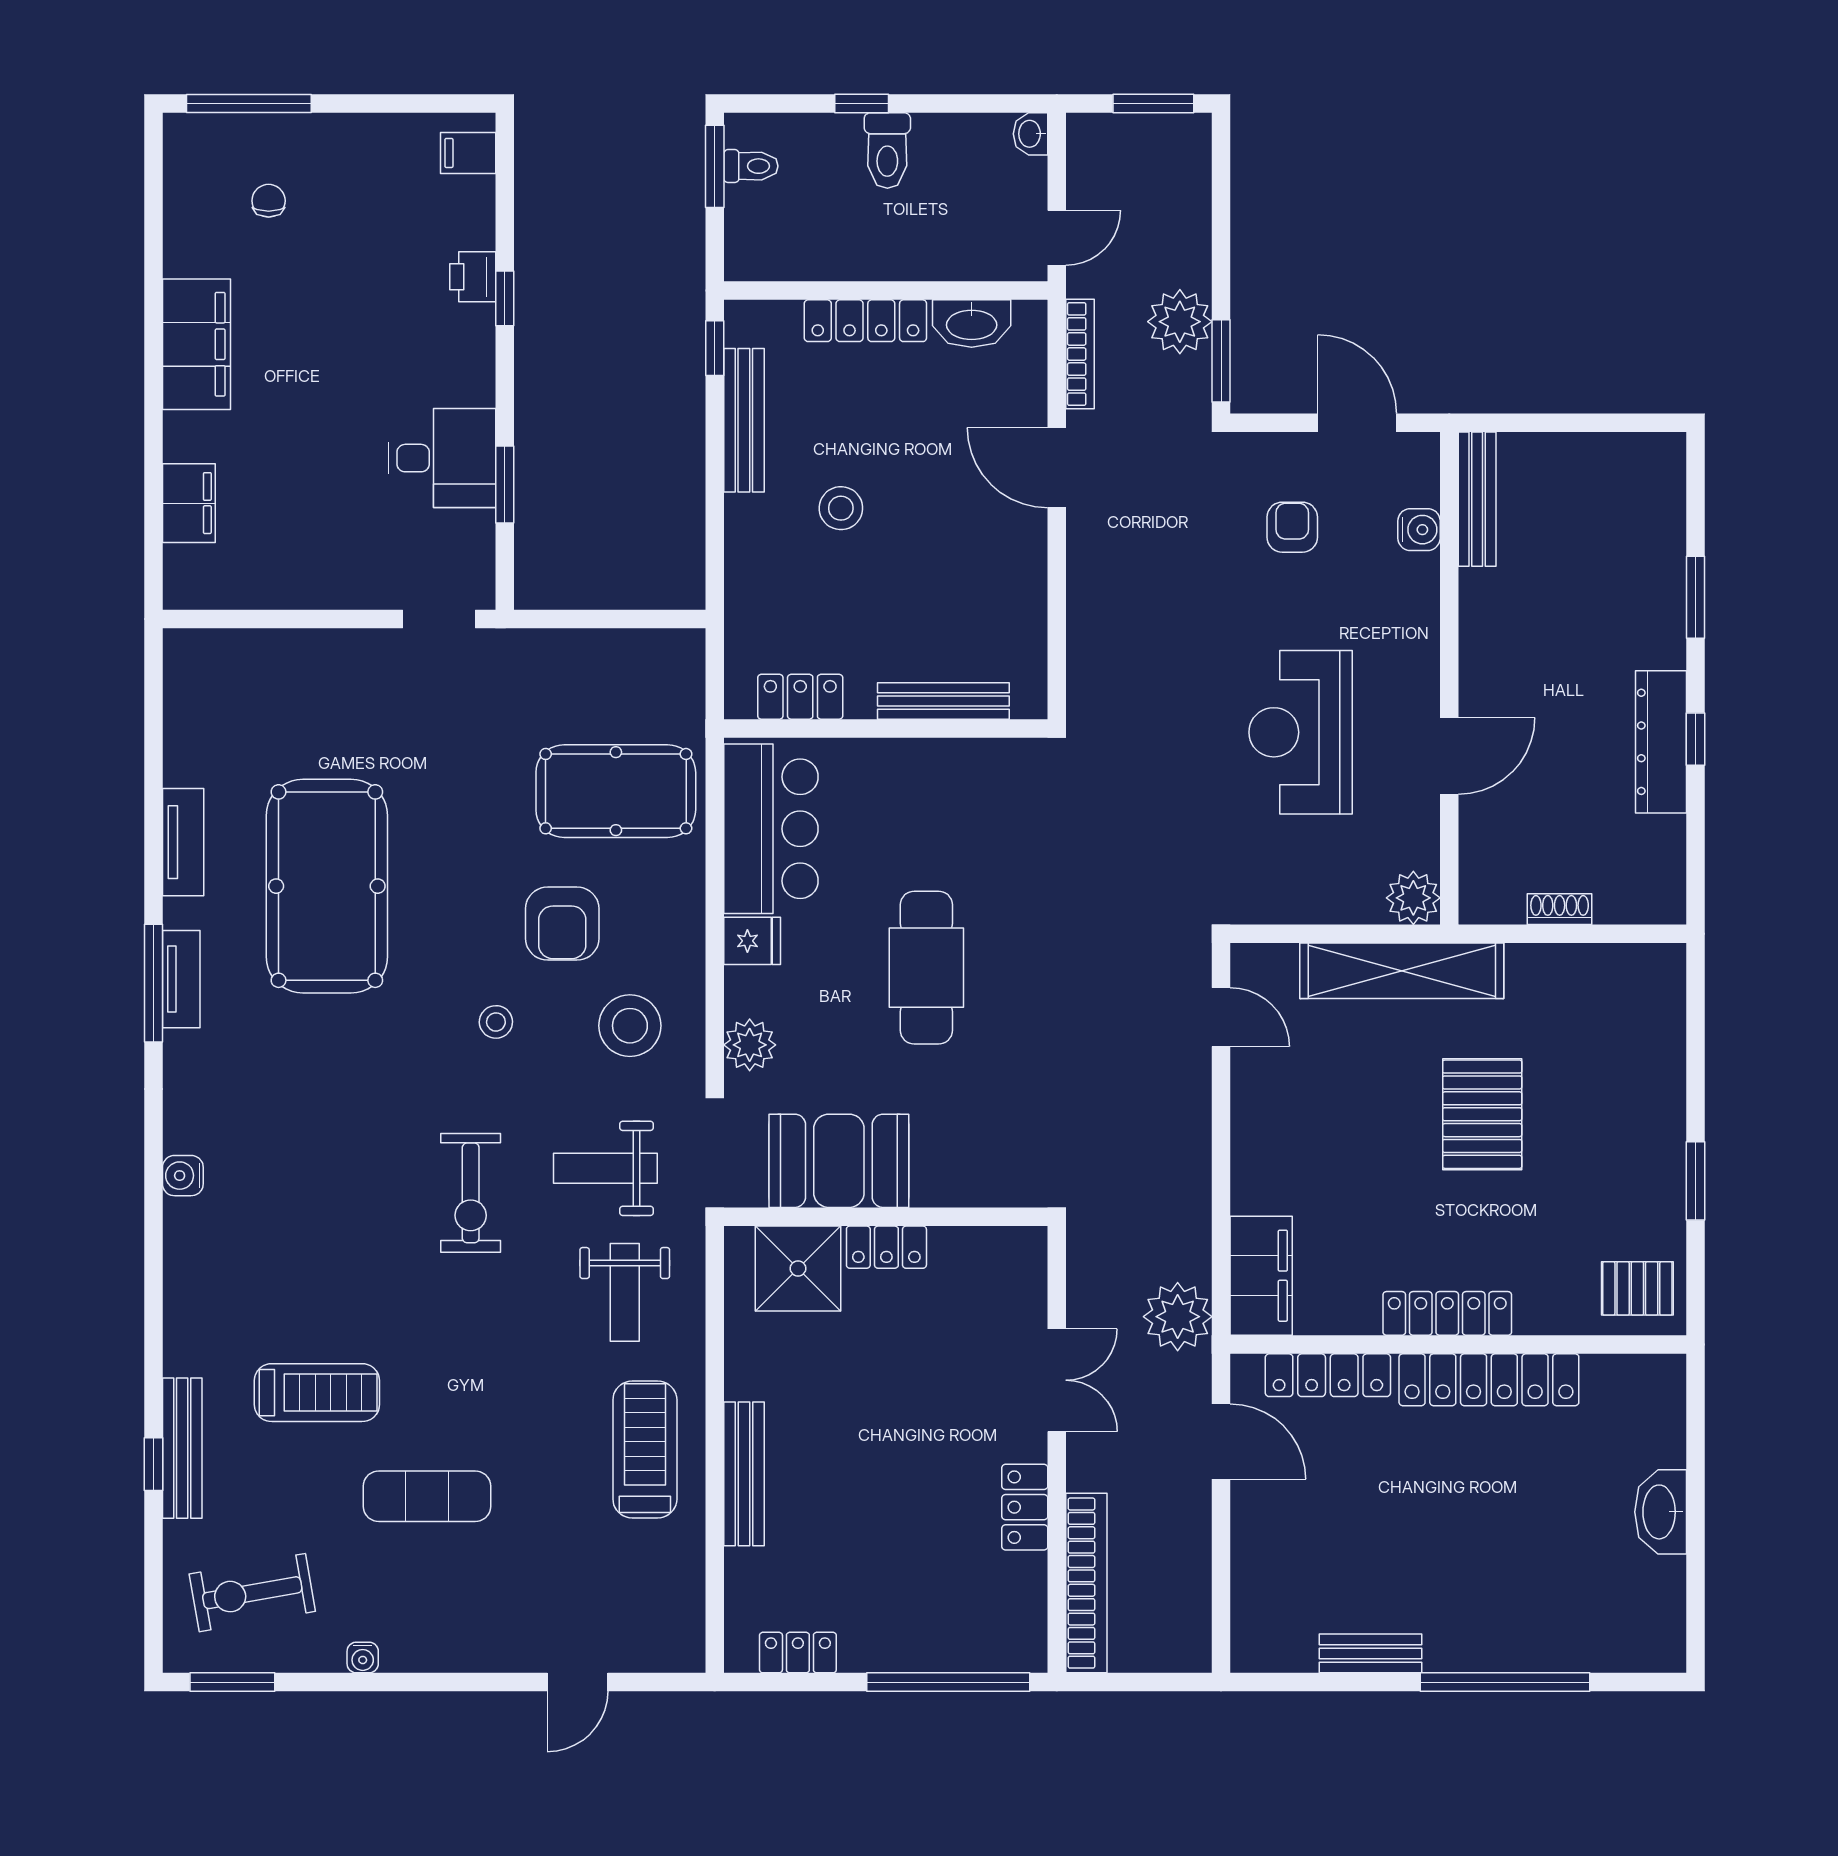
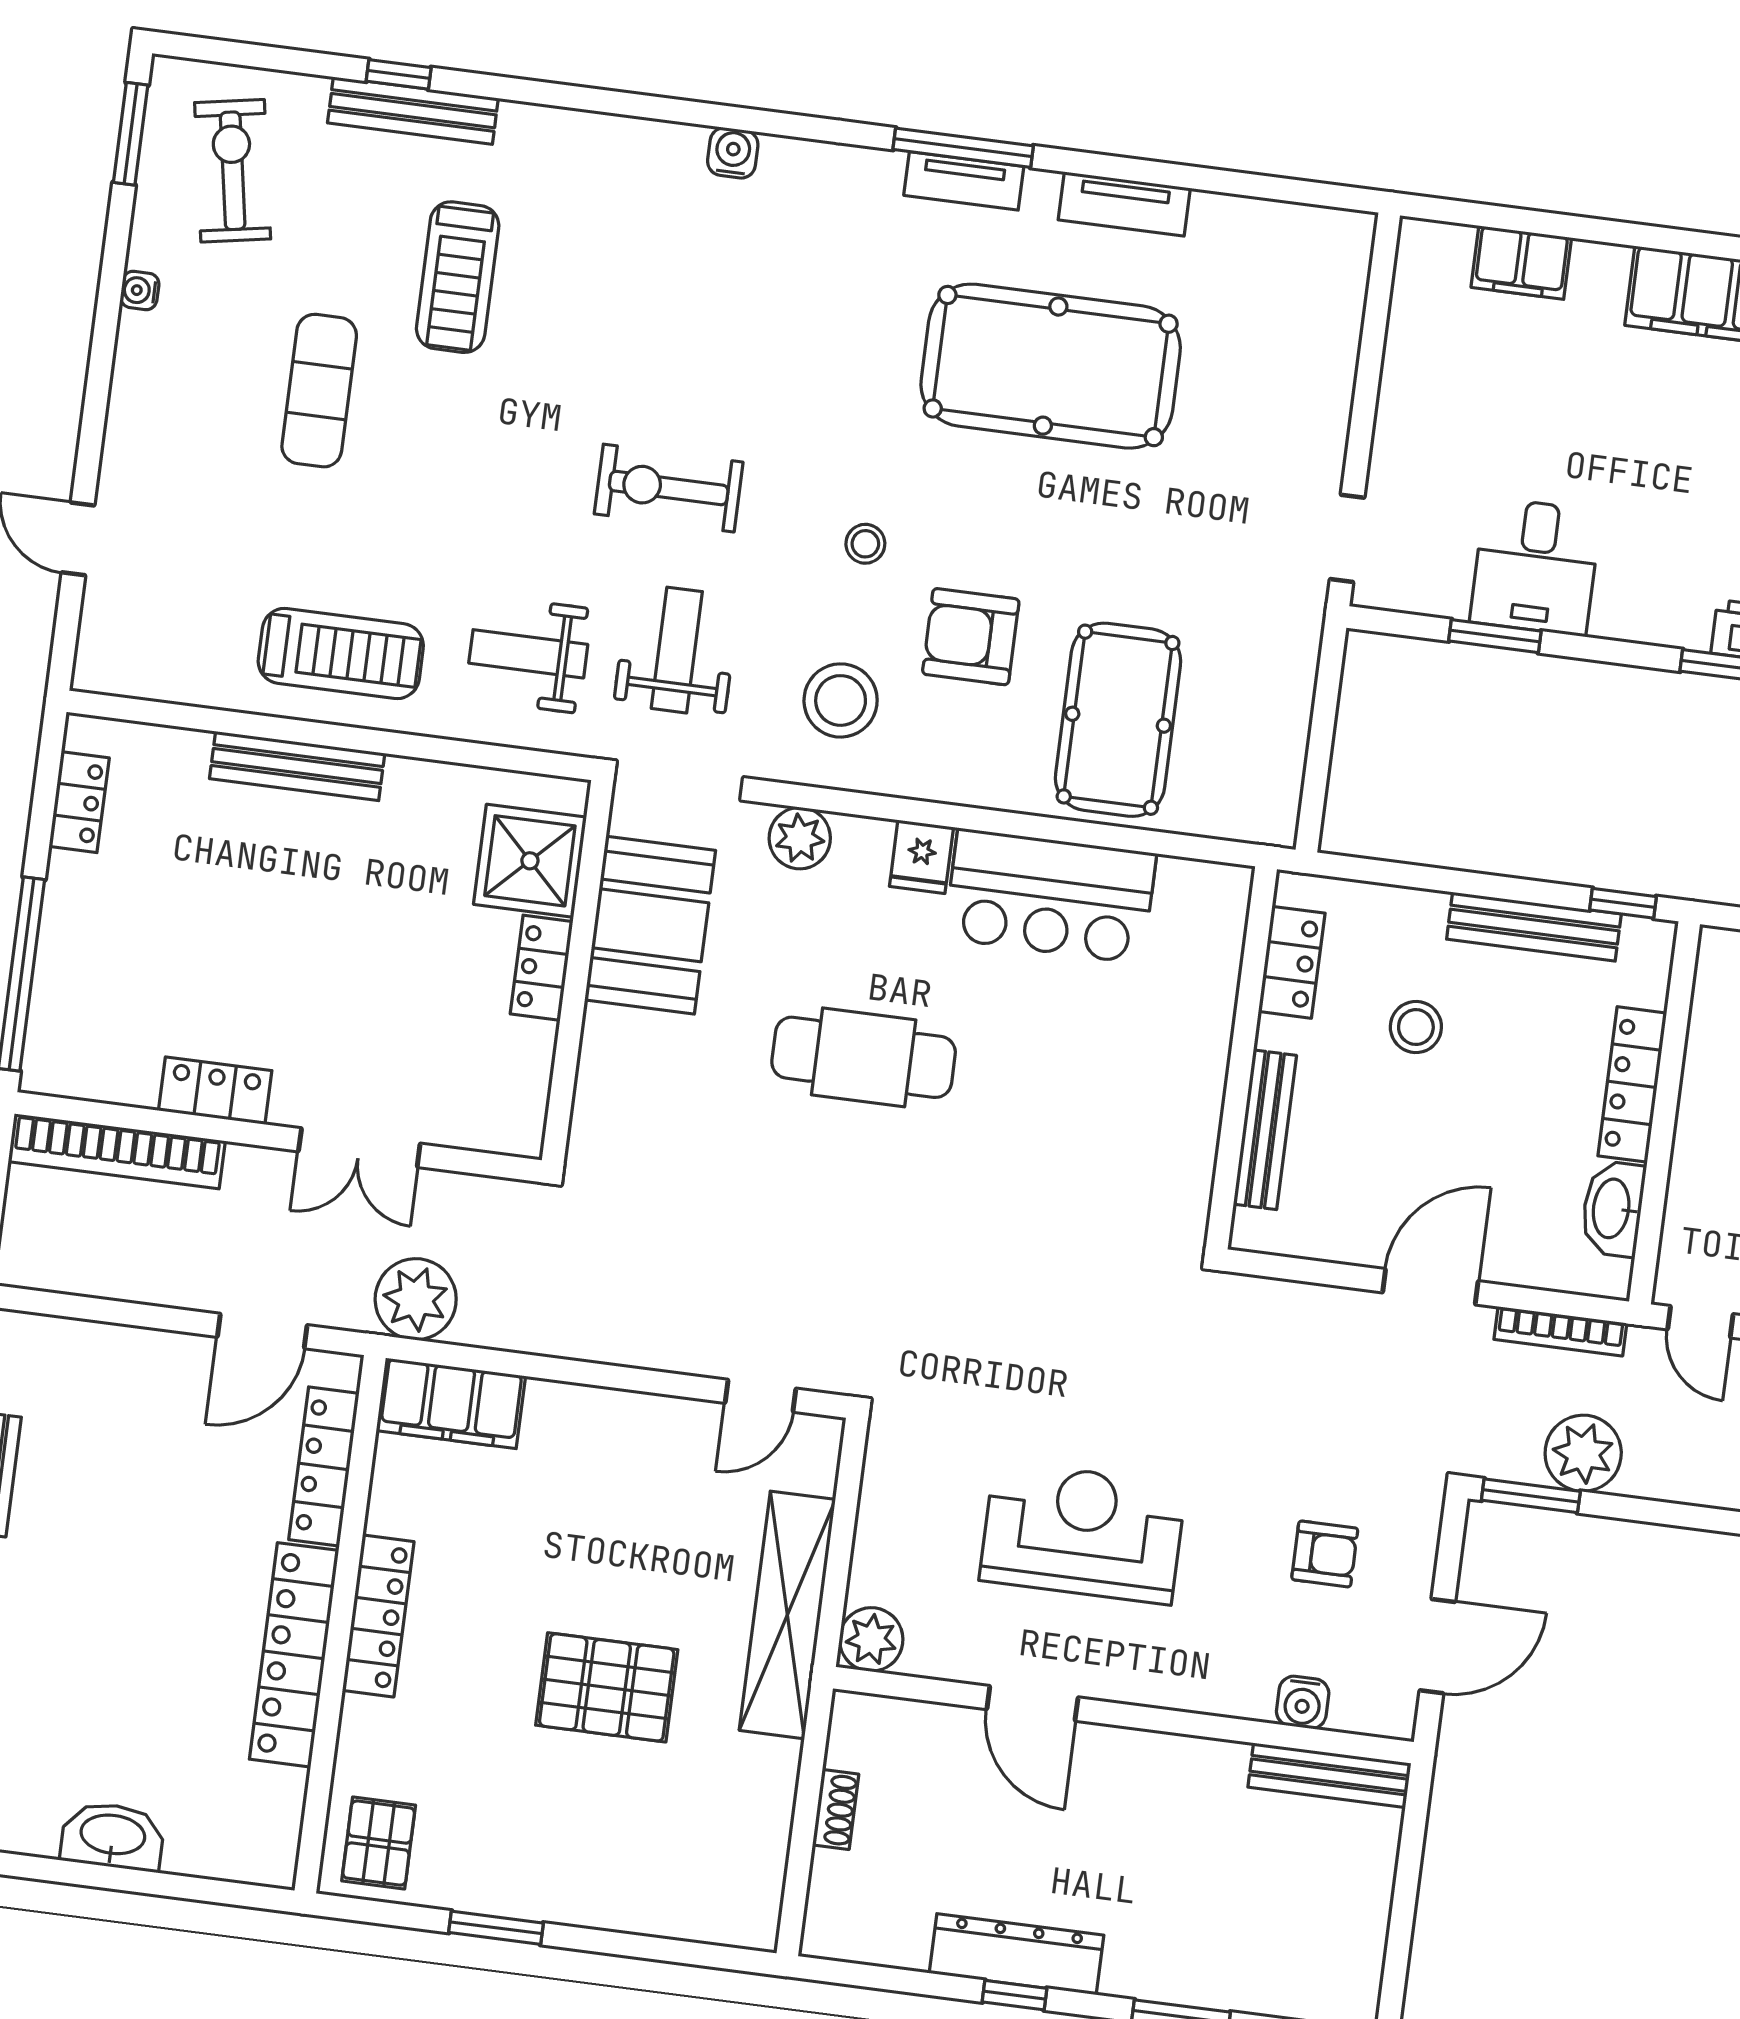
locker: (800, 697) -> (1292, 962), moved
bench: (943, 701) -> (1265, 1130), moved
wall: (886, 729) -> (1241, 1058), moved

